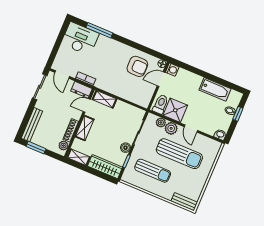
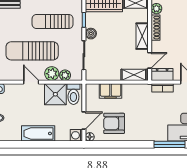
bathtub: (215, 89) -> (38, 133), moved
filing cabinet: (129, 94) -> (111, 91), added

